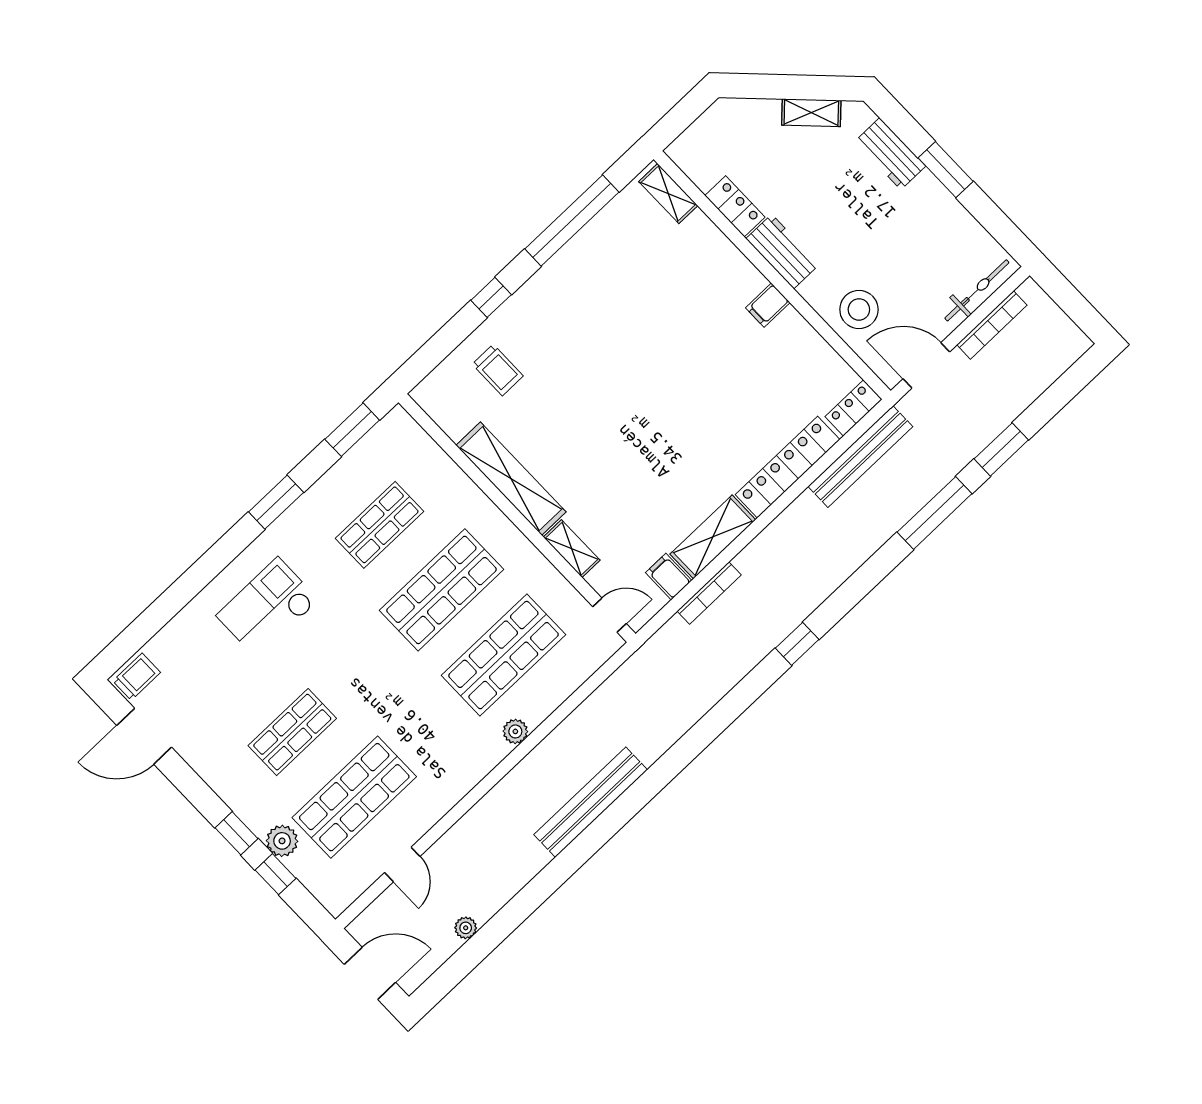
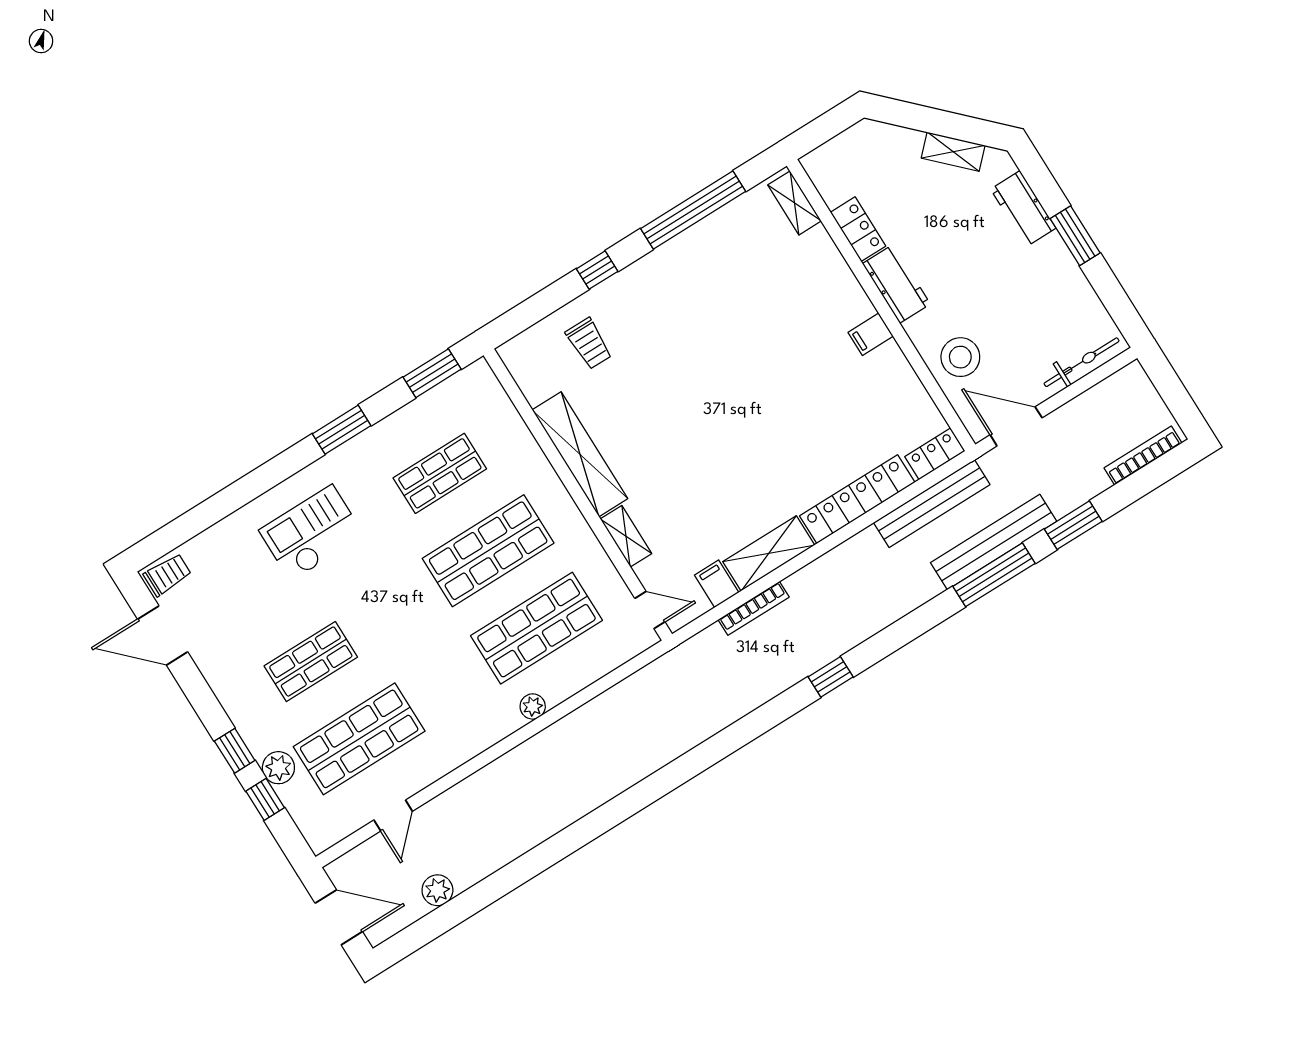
bookcase: (992, 325) -> (1143, 456), moved, turned 180
bench: (591, 802) -> (994, 542), moved
plant: (466, 928) -> (437, 890), width x1.38, depth x1.38

